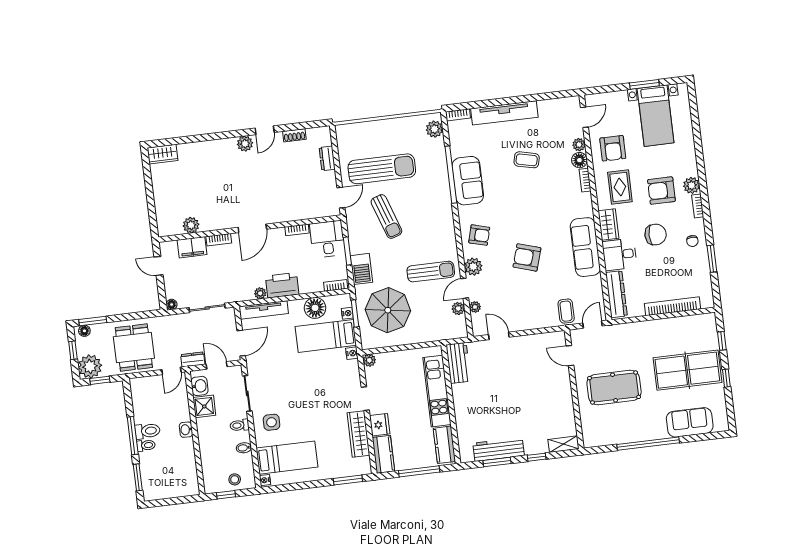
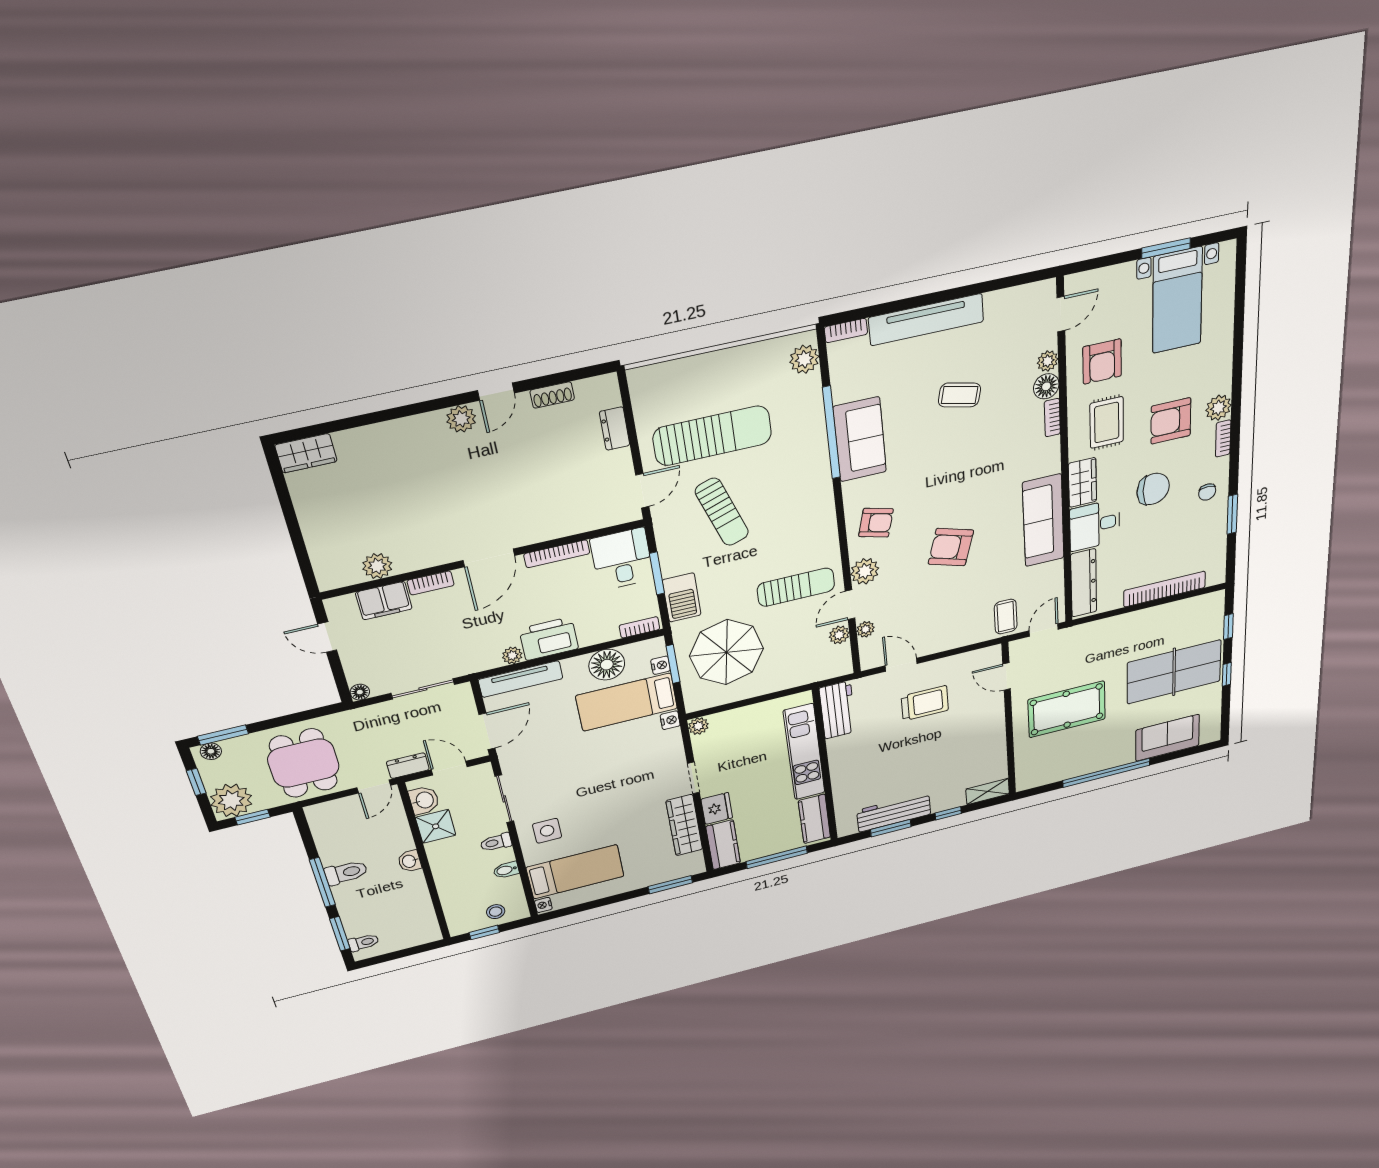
bookcase: (297, 230) -> (557, 554), width x1.56
trolley: (516, 367) -> (925, 703), added
toilet: (146, 445) -> (364, 942), moved

